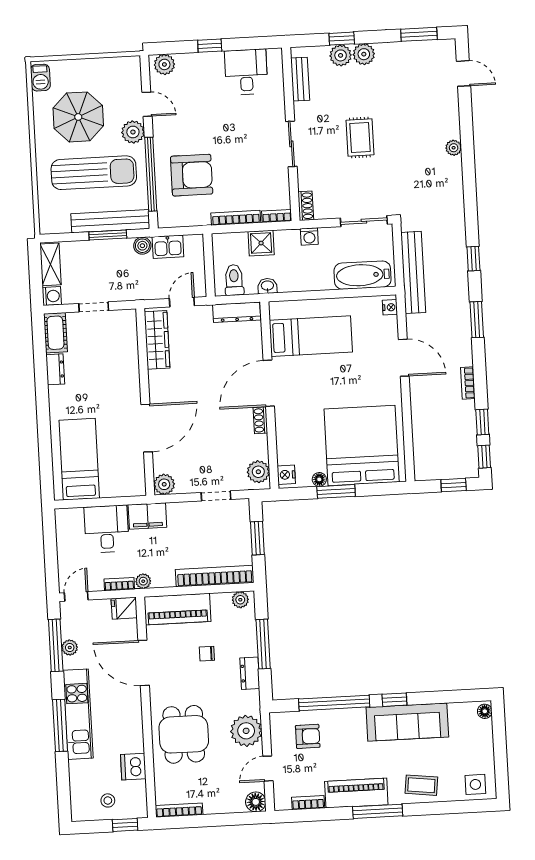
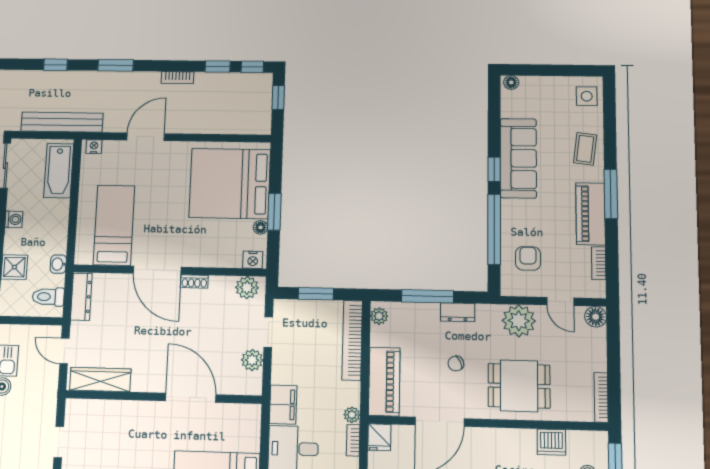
plant: (164, 484) -> (252, 360), moved
chair: (207, 654) -> (456, 364), moved, turned 64

